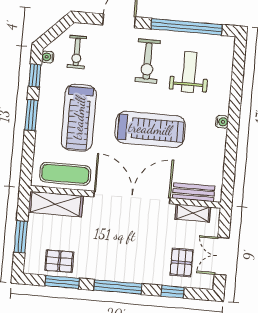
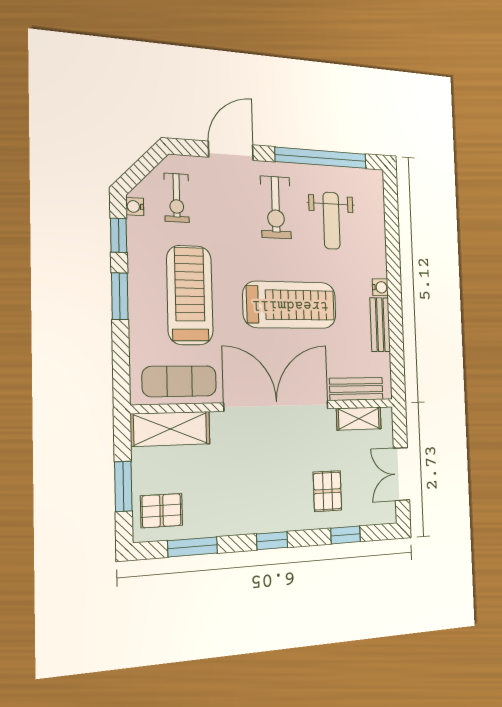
weight bench: (189, 72) -> (331, 221), turned 180
treadmill: (79, 118) -> (190, 295), turned 180
bench: (218, 149) -> (380, 325), added
pallet: (59, 261) -> (162, 511), moved
pallet: (181, 263) -> (327, 491), moved
window: (118, 287) -> (272, 541), width x0.46

